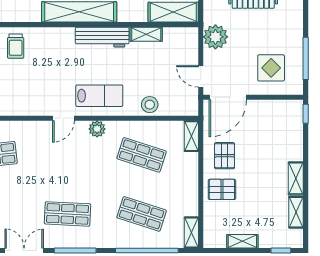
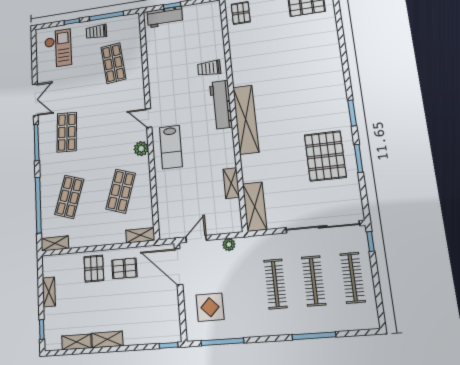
workbench: (102, 37) -> (221, 105), moved
plant: (215, 37) -> (229, 245), width x0.53, depth x0.53
stool: (150, 105) -> (166, 194), removed

